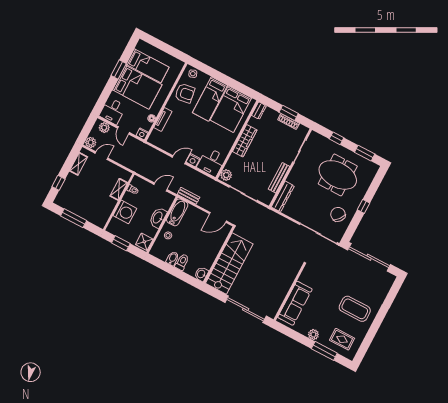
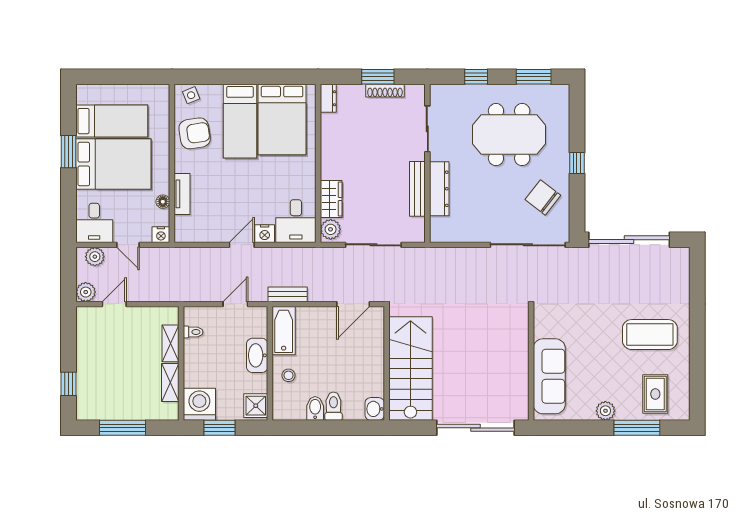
wardrobe: (245, 141) -> (331, 199), moved, width x0.67
shelving: (79, 164) -> (170, 382), moved
dresser: (283, 196) -> (439, 189), moved
washing machine: (125, 212) -> (199, 404), moved, turned -90
rug: (342, 339) -> (655, 394), turned 90

